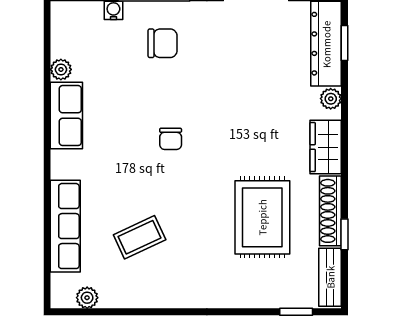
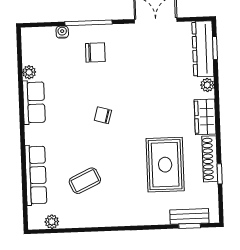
chair: (171, 139) -> (103, 115), turned 106
bench: (330, 277) -> (189, 216), moved, turned 90

